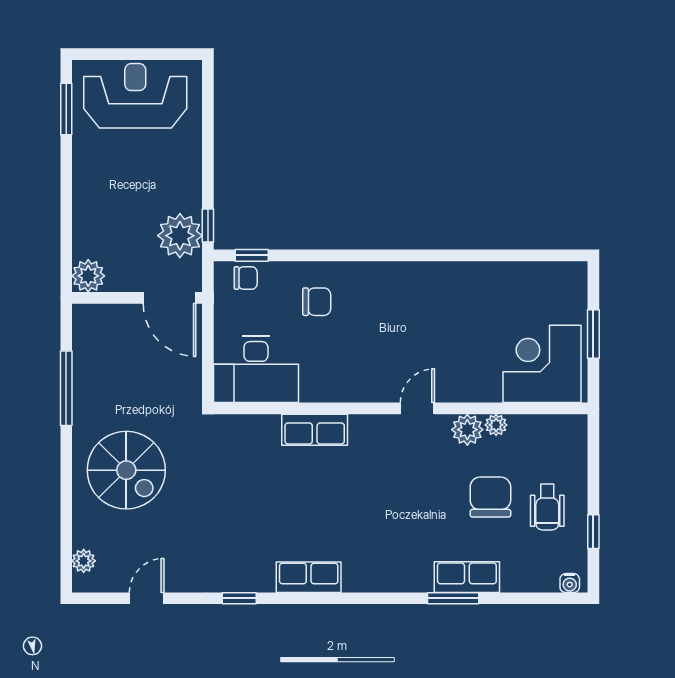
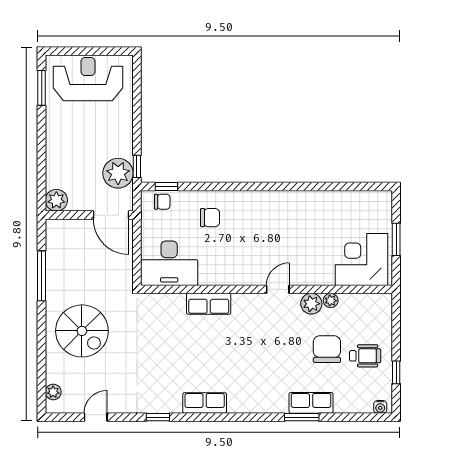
wheelchair: (547, 507) -> (365, 356), turned -90

